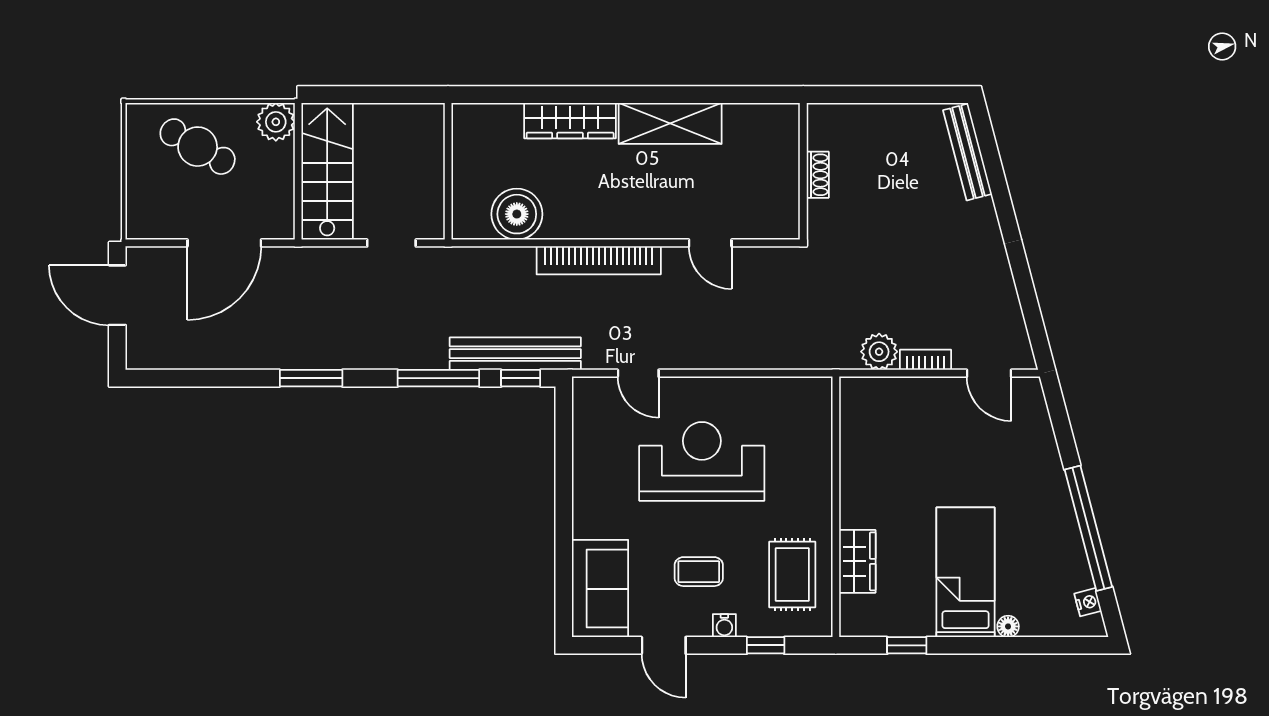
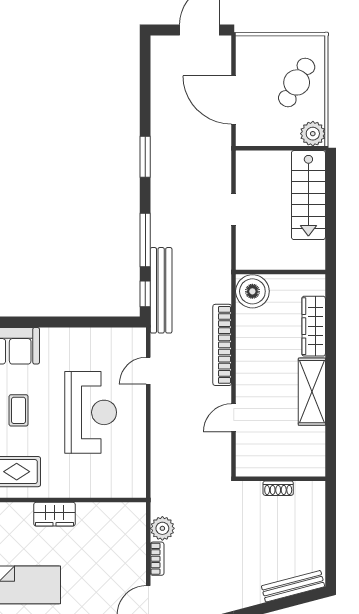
stairs: (327, 171) -> (308, 195), moved, turned 90
wall: (448, 171) -> (280, 272), moved
wardrobe: (857, 561) -> (55, 514), moved

